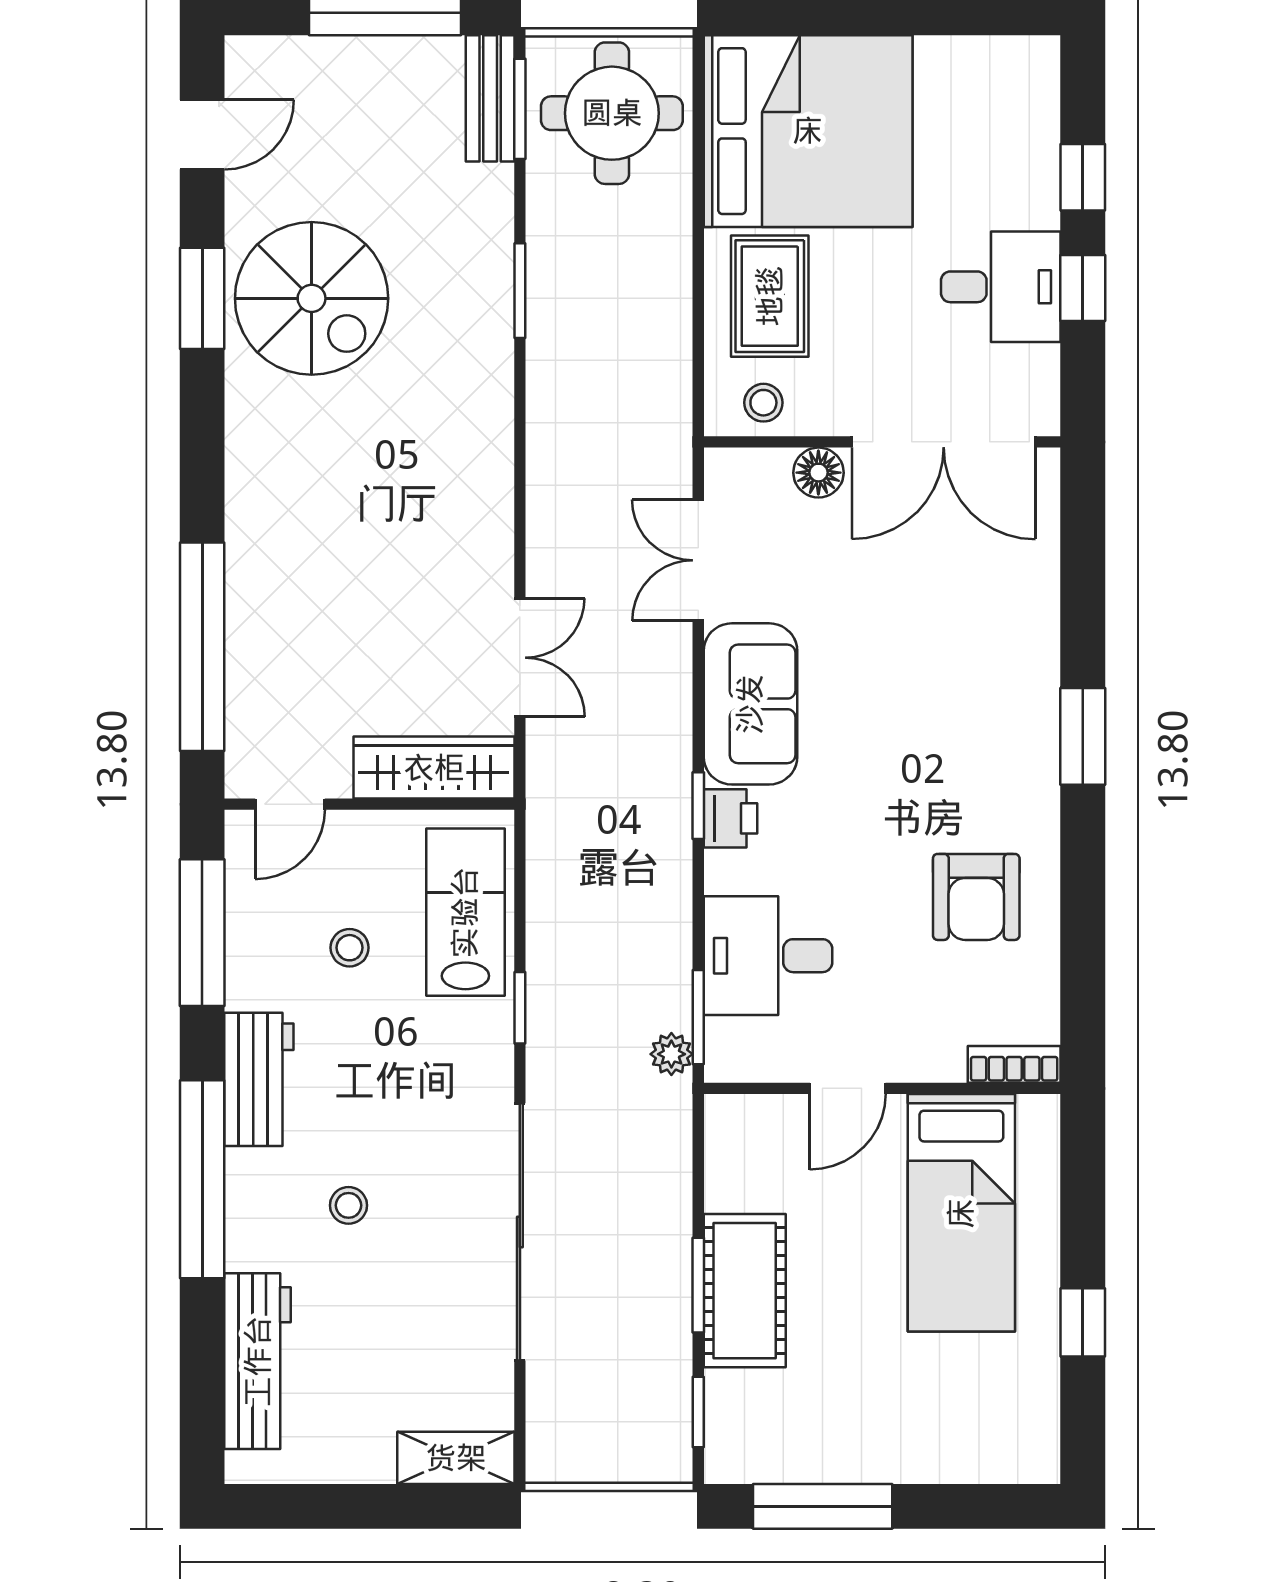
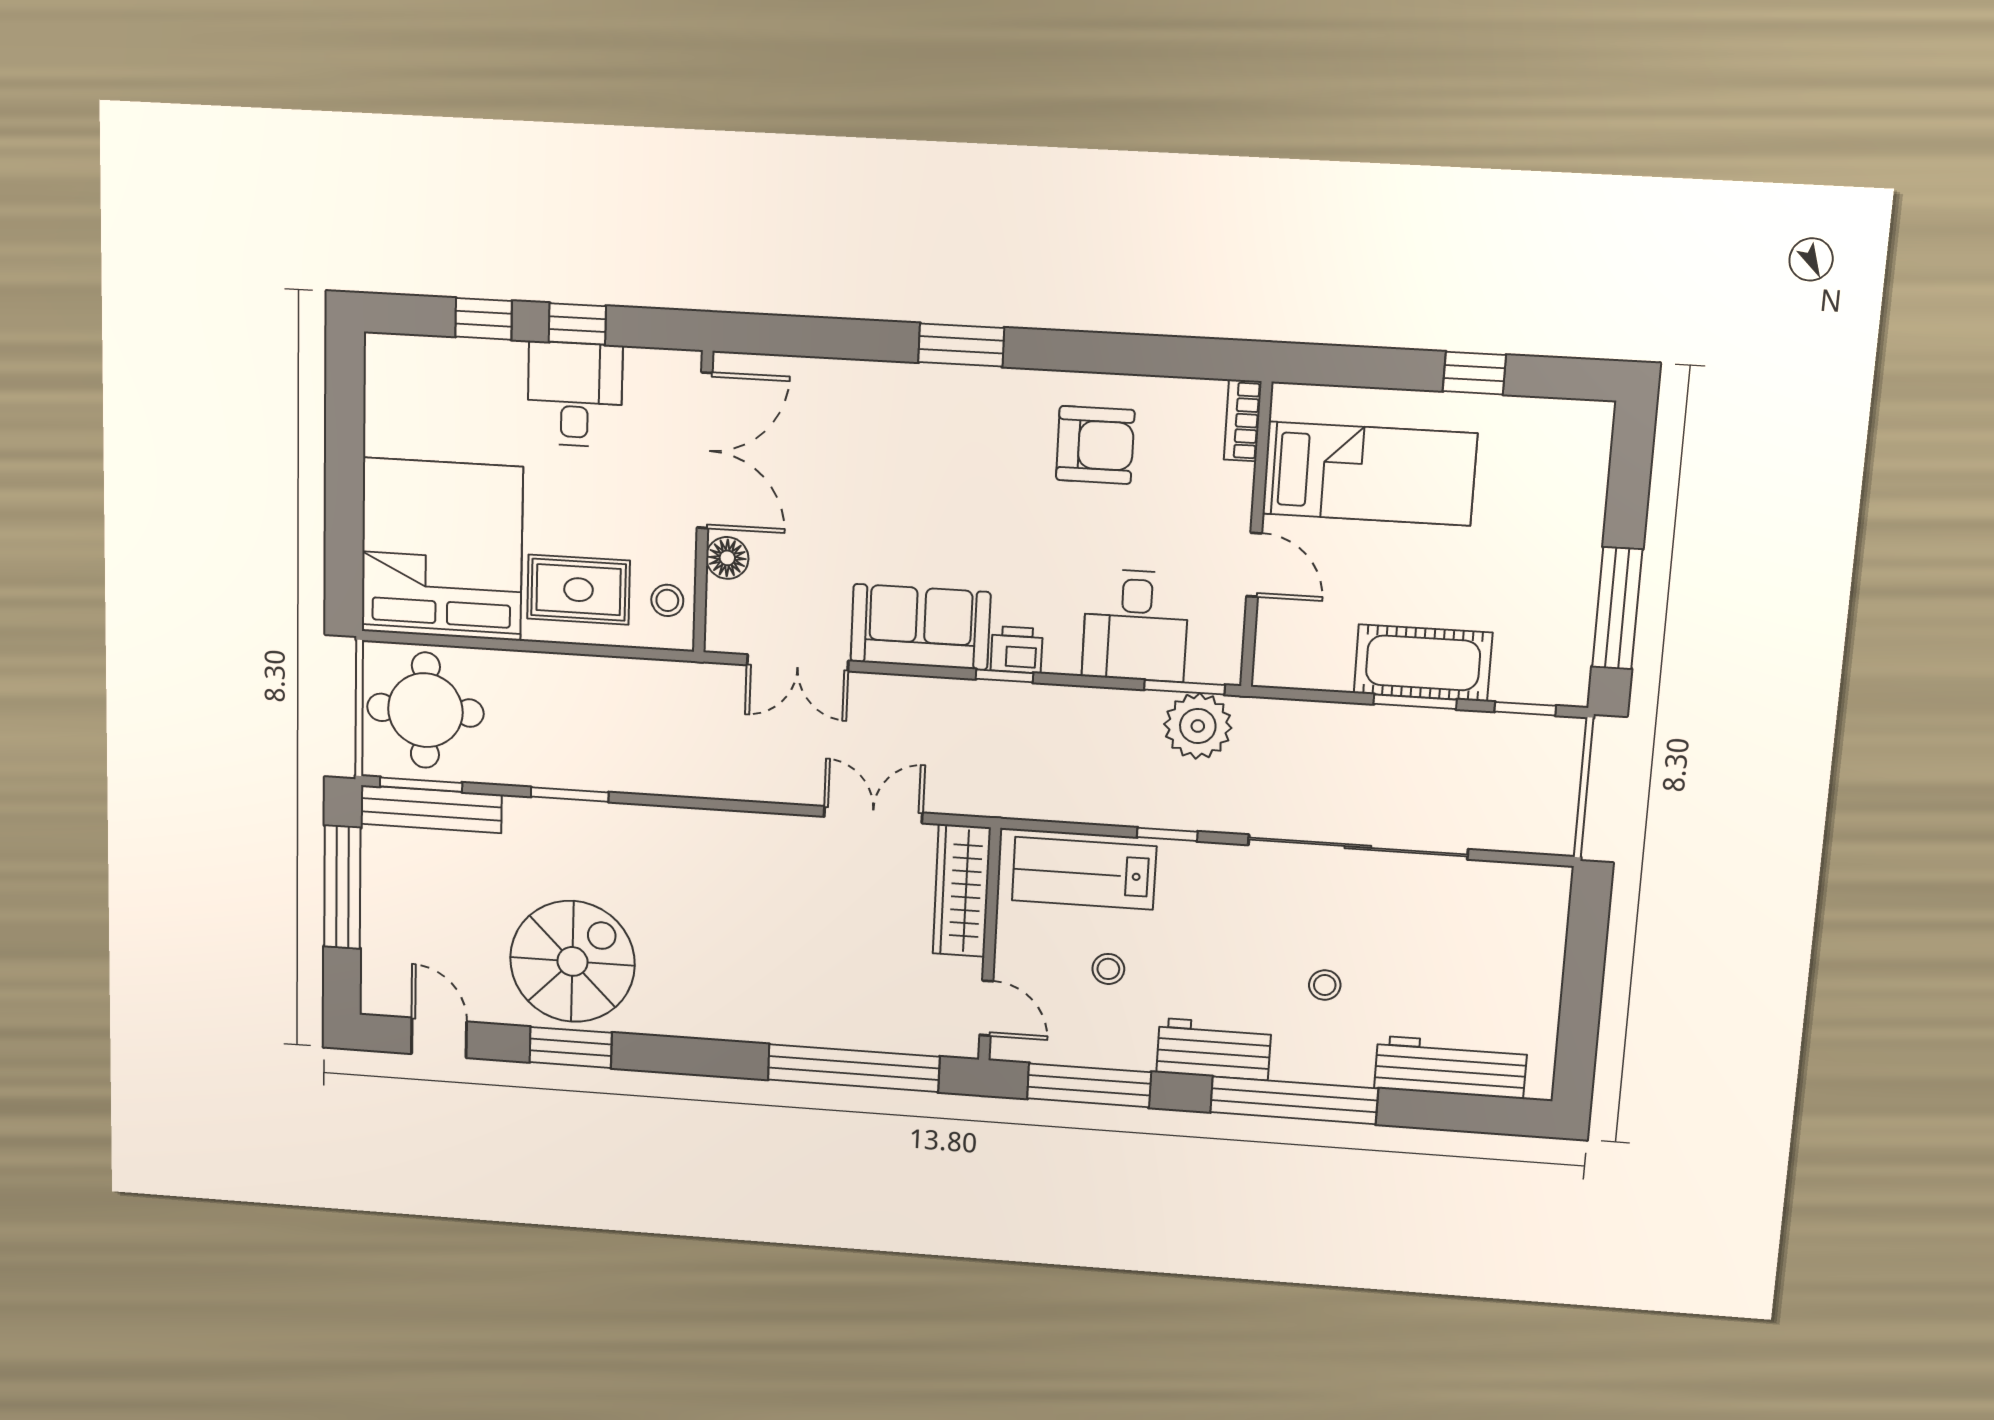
bench: (490, 98) -> (431, 809), width x1.36
plant: (671, 1054) -> (1198, 726), width x1.88, depth x1.88
shelving: (456, 1458) -> (1547, 913), removed

